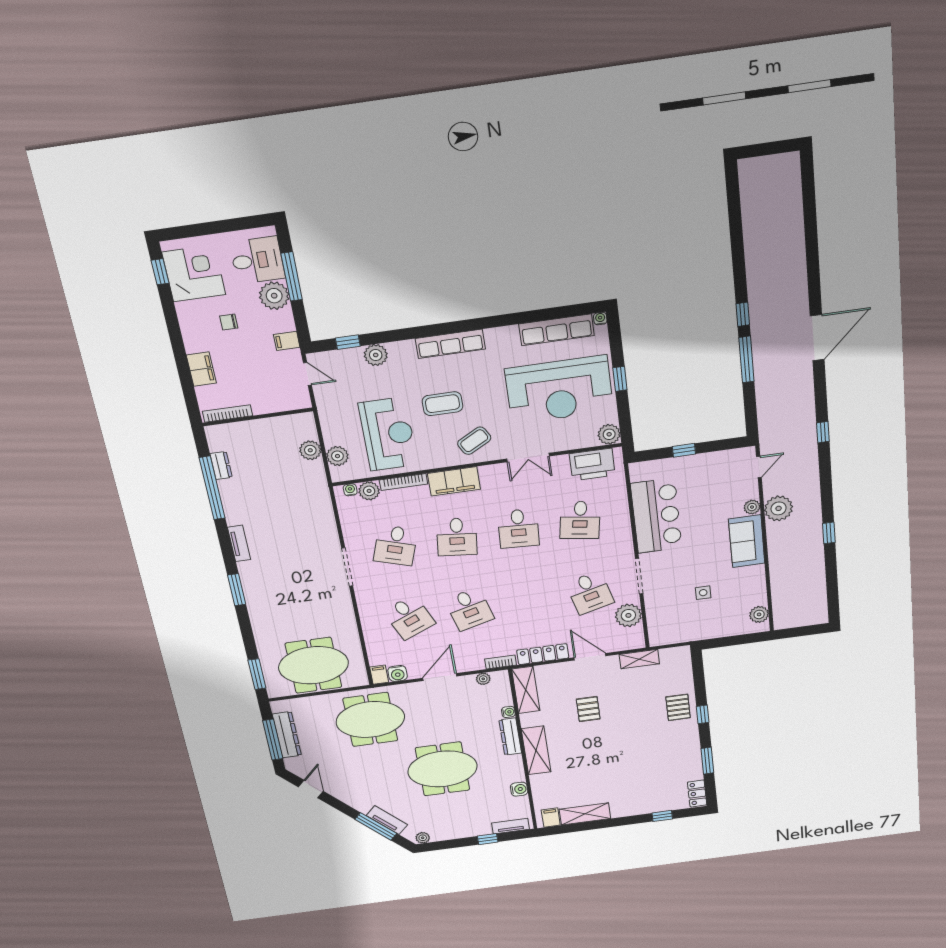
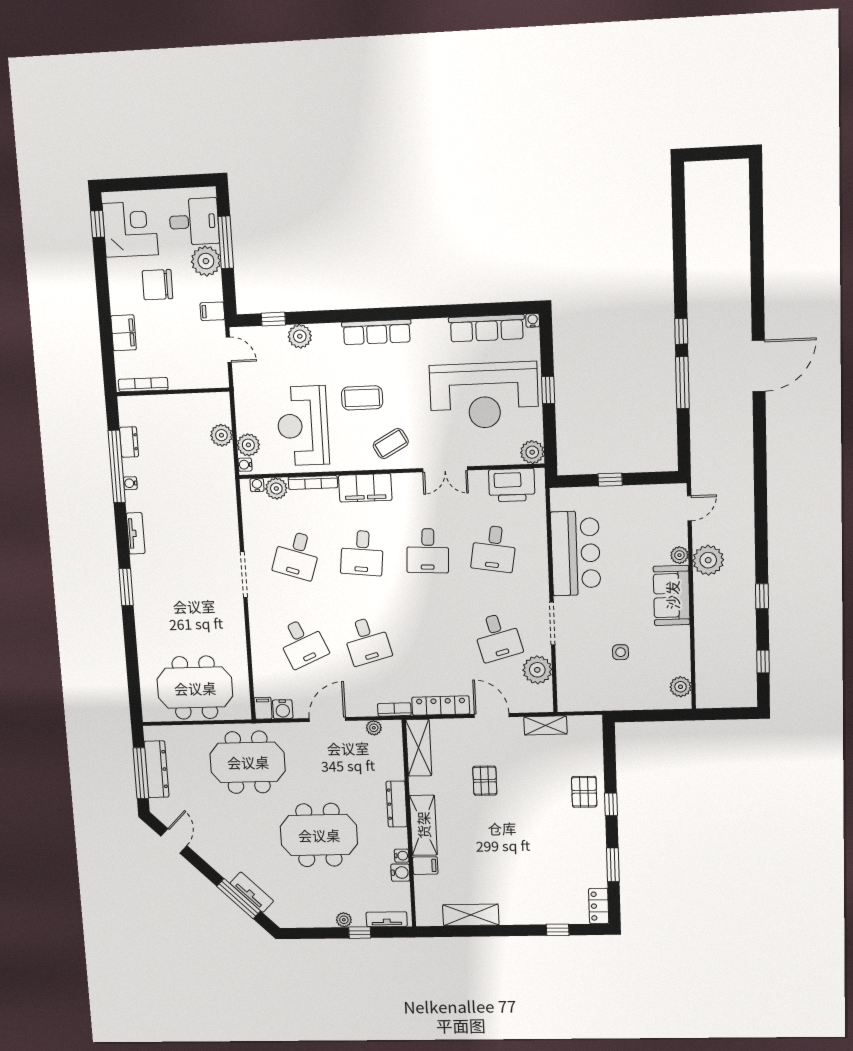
chair: (229, 322) -> (157, 285), width x1.87, depth x1.87
window: (823, 432) -> (763, 661), moved
reception desk: (388, 434) -> (303, 426), turned 180
water cooler: (336, 474) -> (245, 465), added
water cooler: (228, 501) -> (130, 483), added
window: (257, 674) -> (134, 691), removed
water cooler: (508, 712) -> (402, 856), moved
filing cabinet: (551, 818) -> (425, 866), moved, turned 90
plant: (423, 838) -> (344, 920), moved

